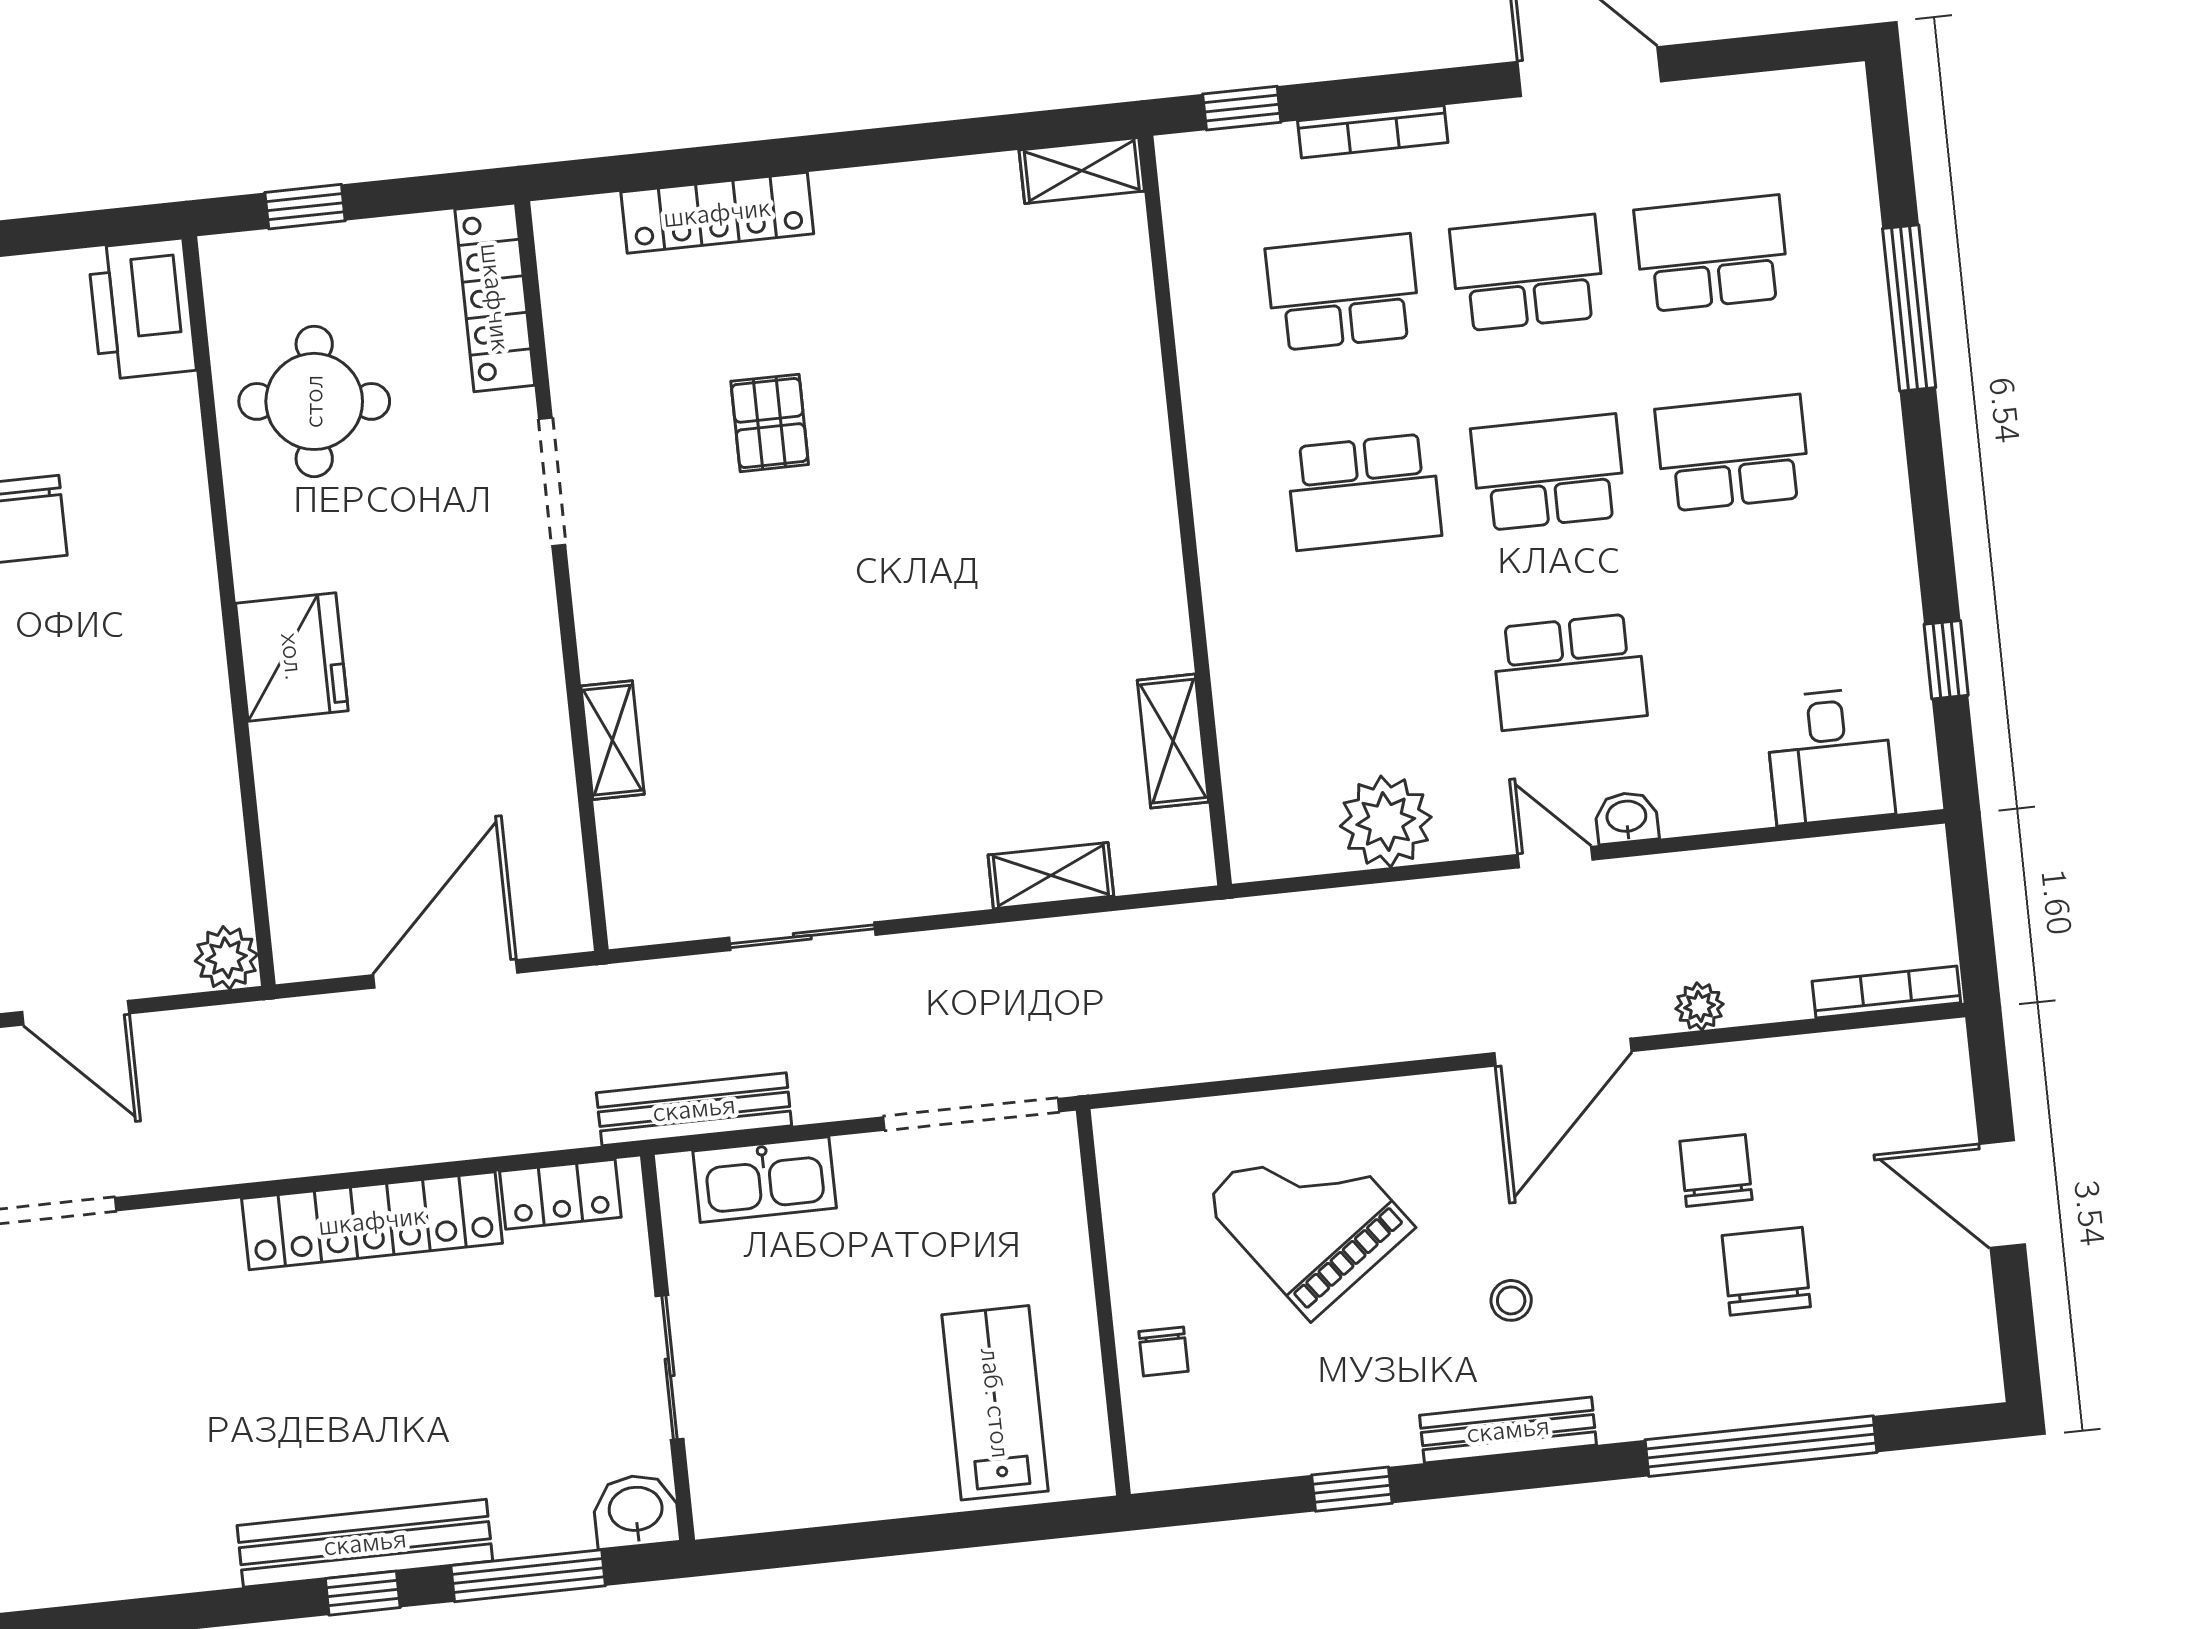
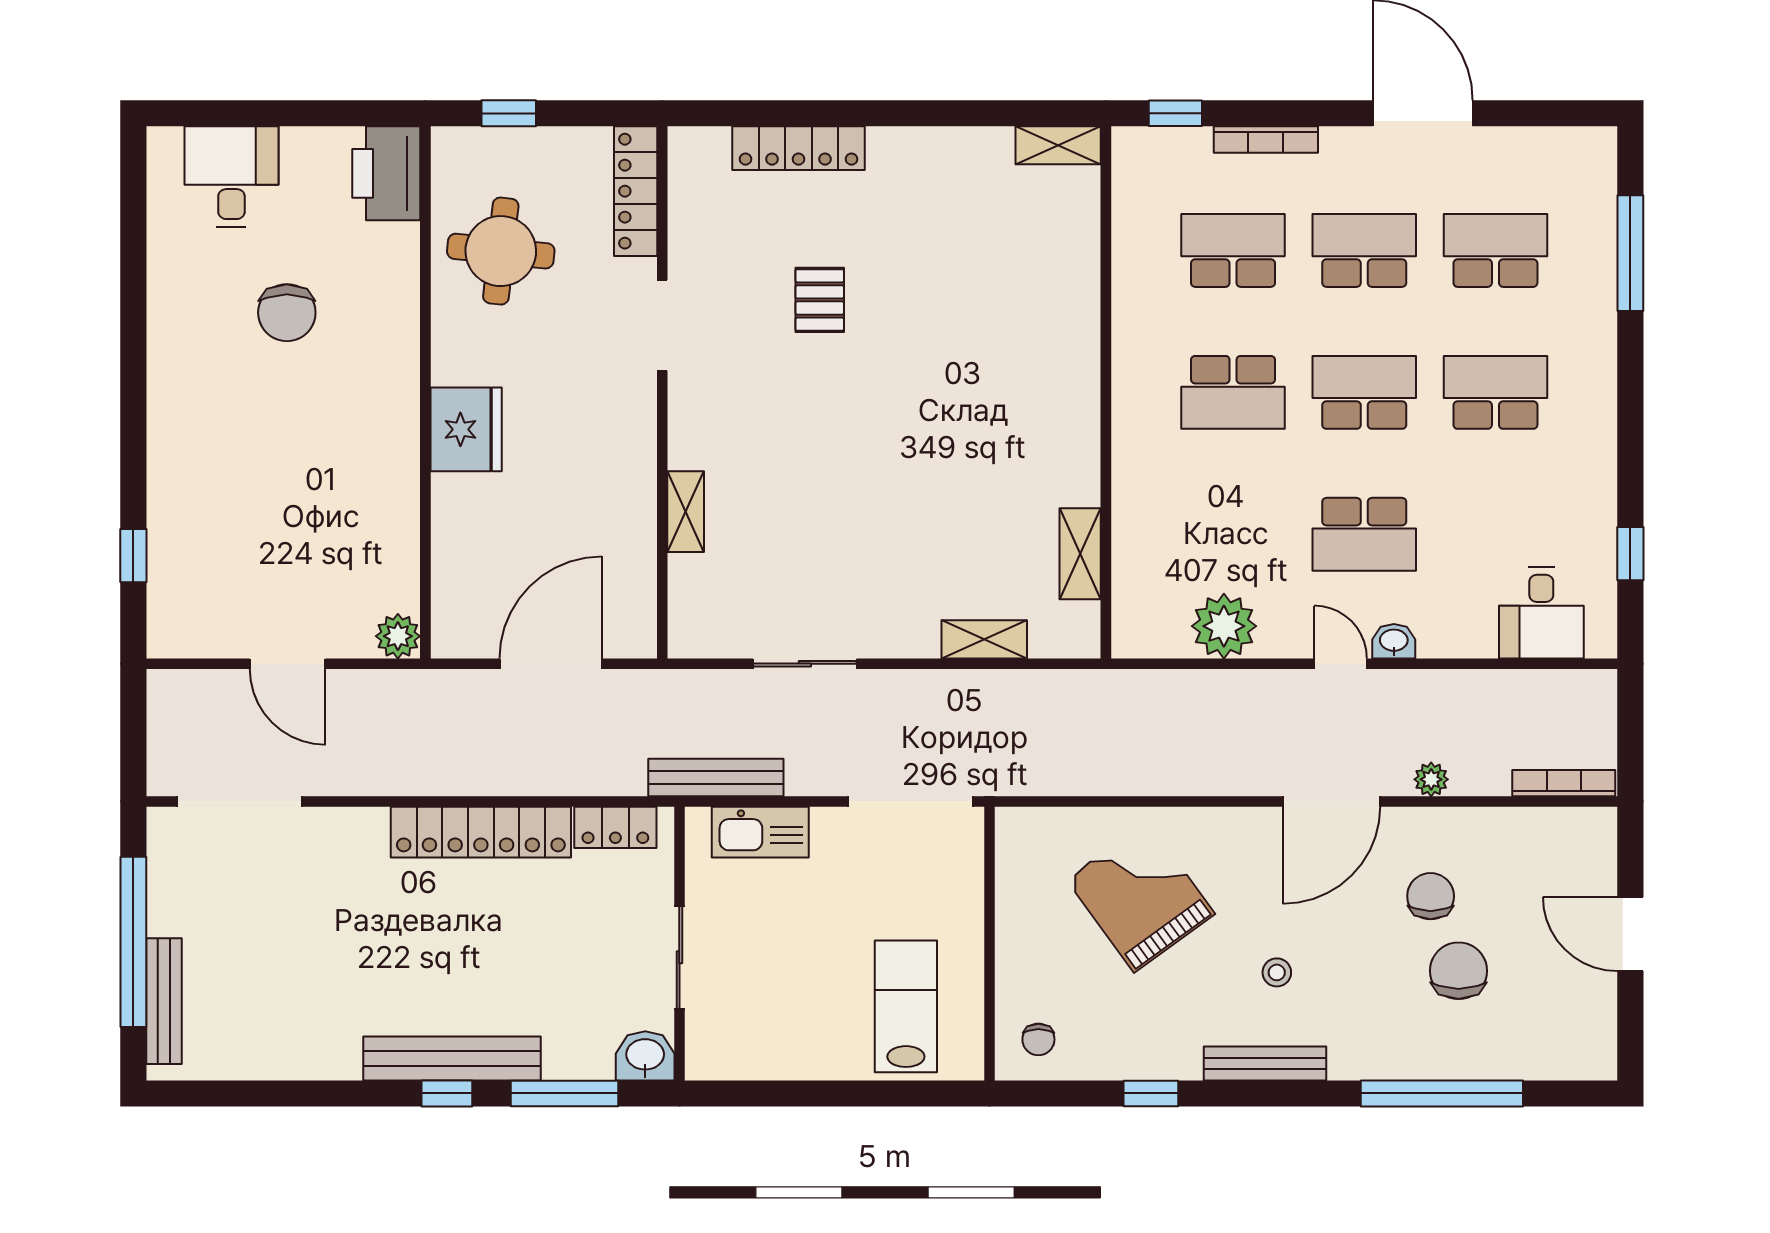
window: (1909, 308) -> (1630, 253), moved
chair: (1163, 1351) -> (1038, 1039), moved

